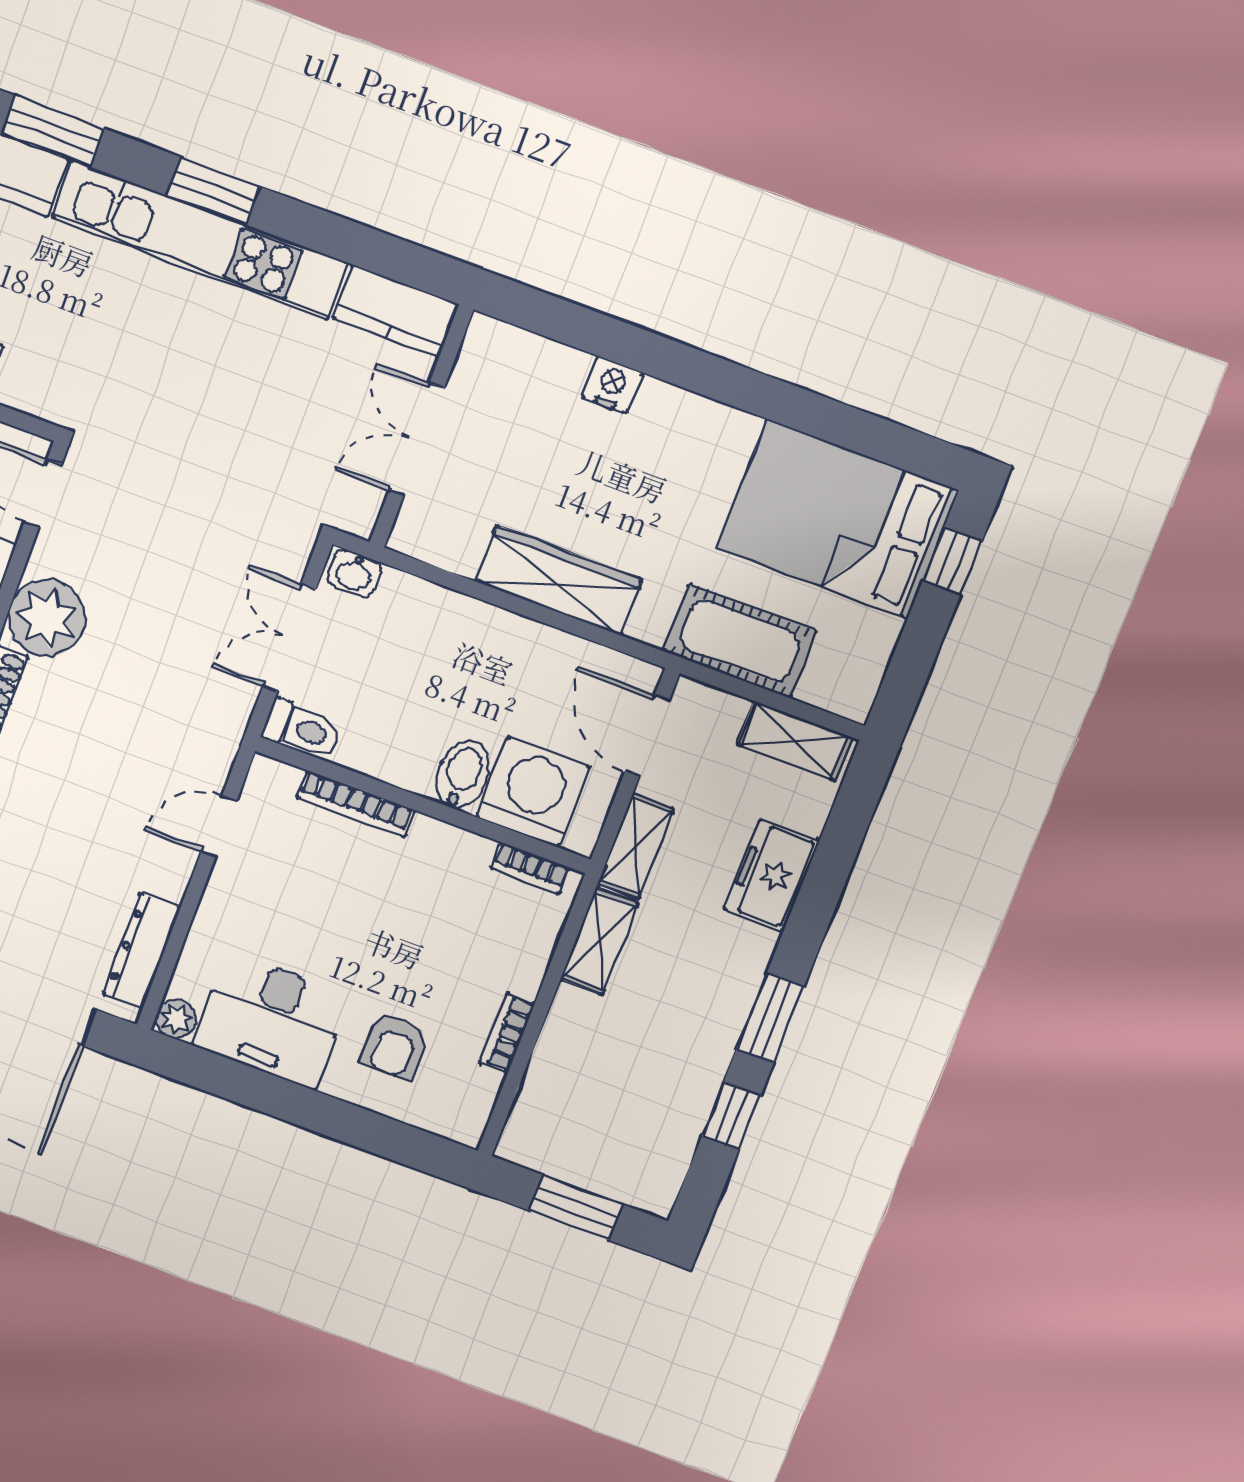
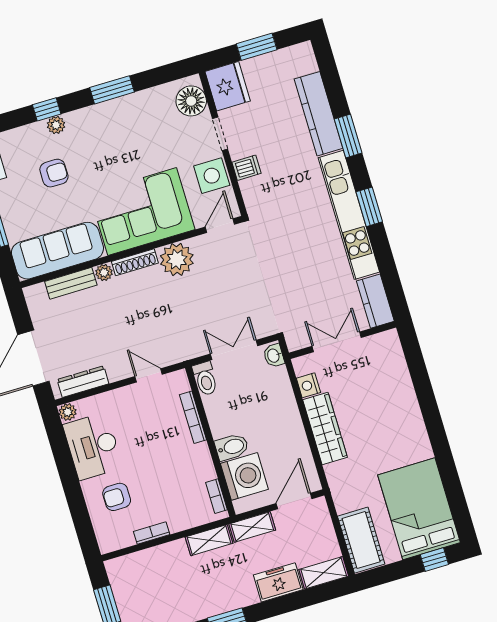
nightstand: (612, 385) -> (308, 385), moved, turned 180
cot: (740, 641) -> (361, 540), moved
shelving: (794, 741) -> (324, 573), moved, turned 90

